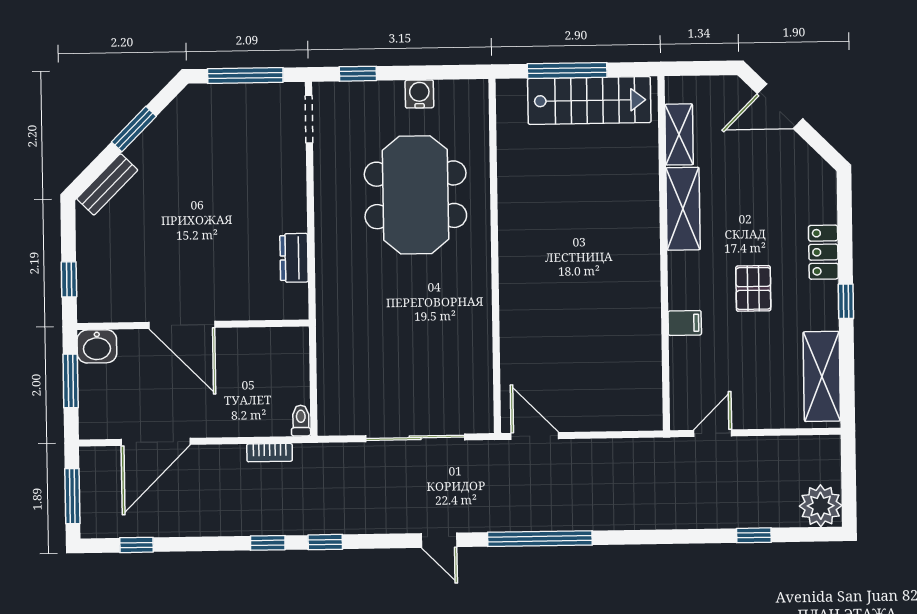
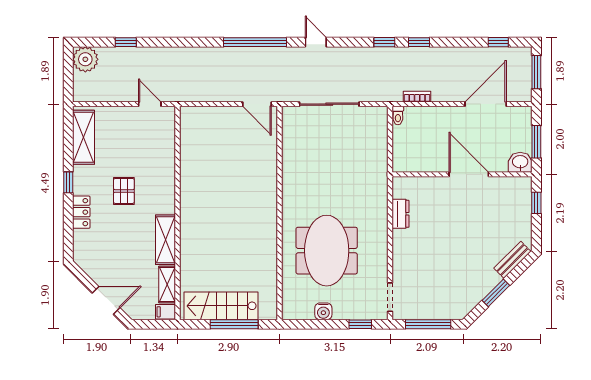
filing cabinet: (685, 323) -> (166, 312), moved
door: (713, 433) -> (150, 104), swing flipped

